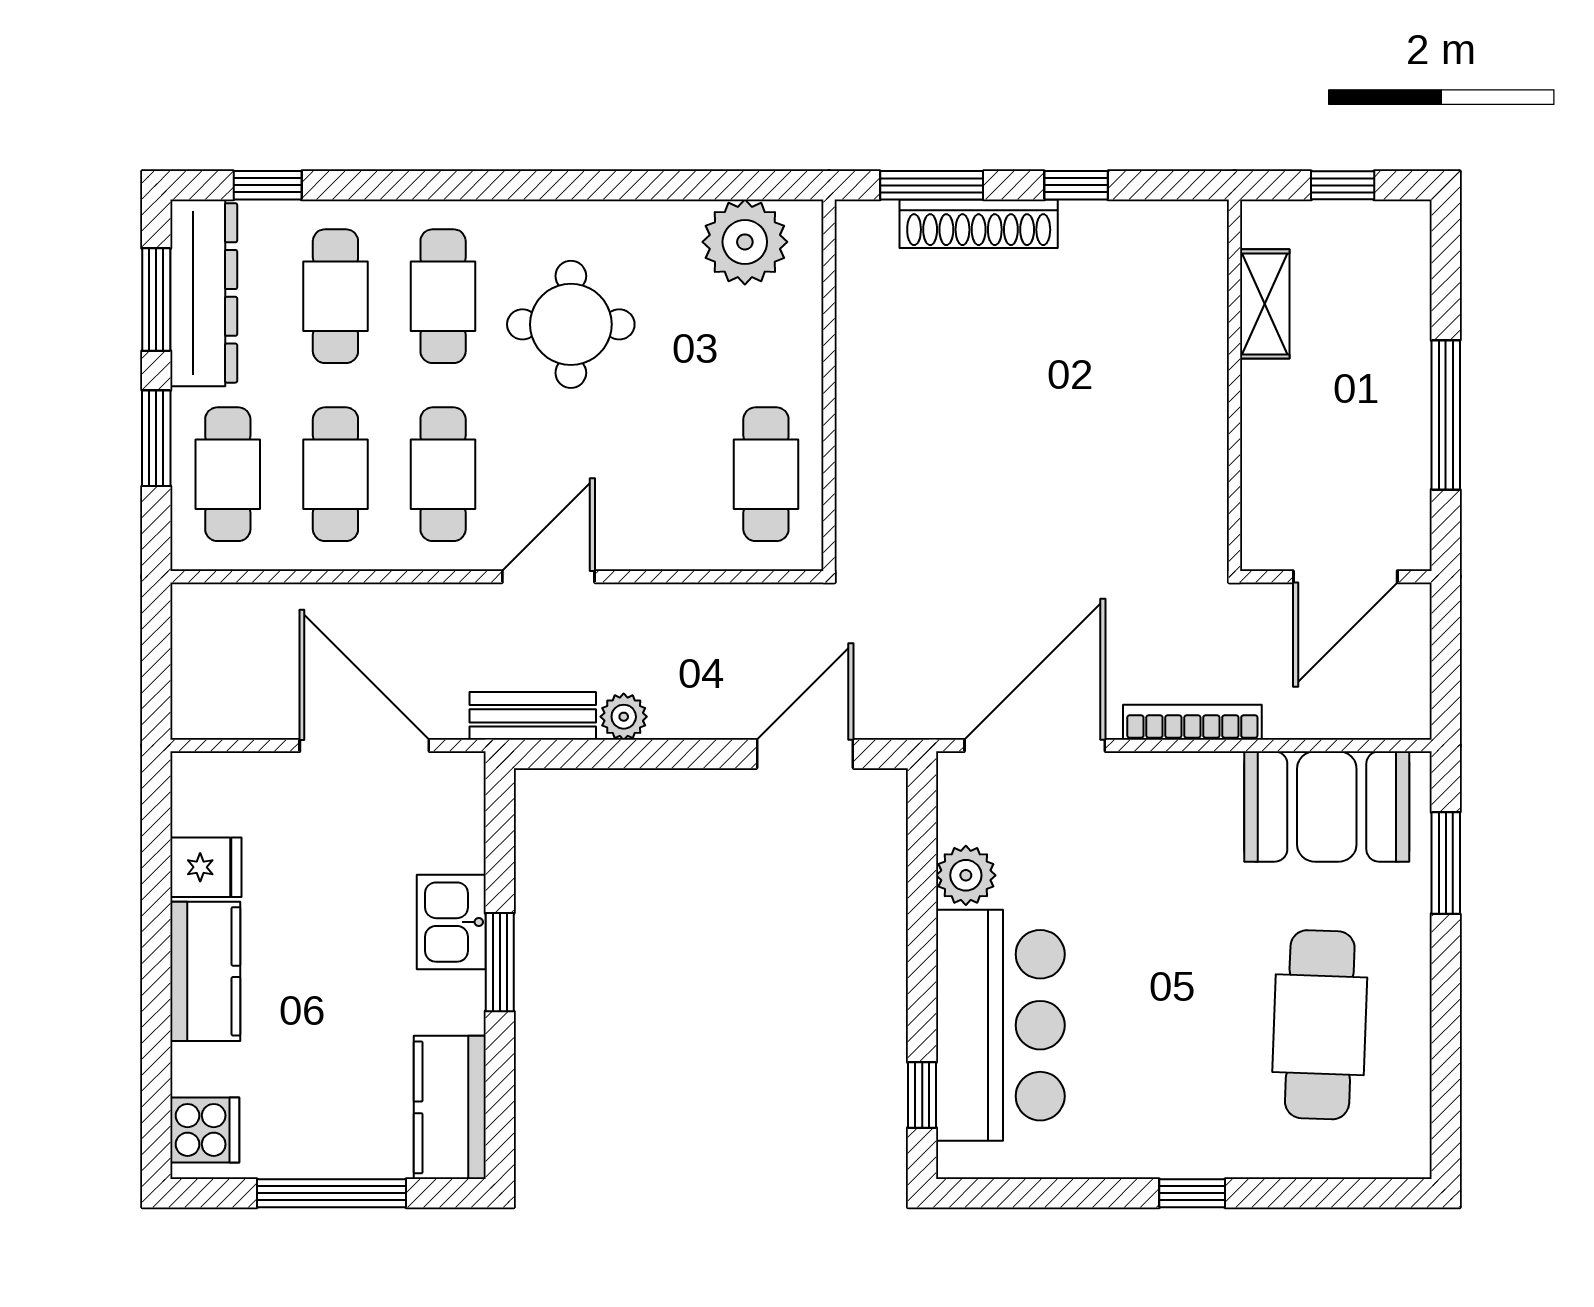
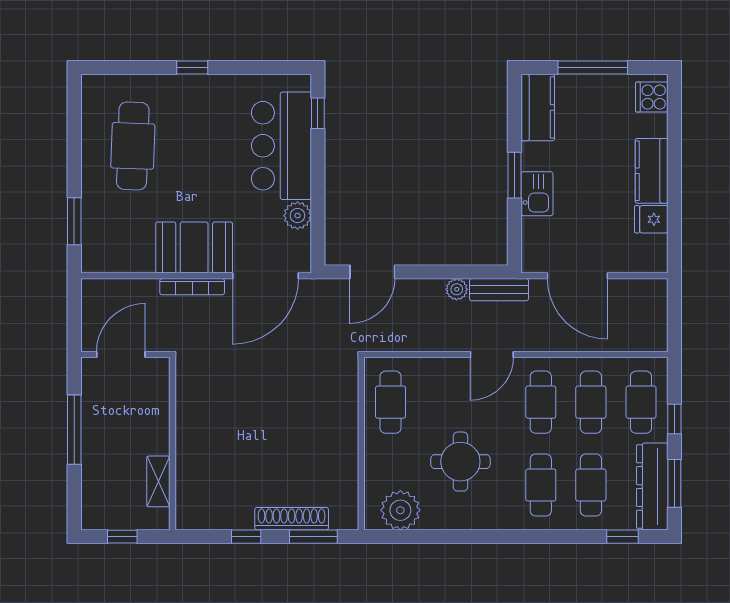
round table: (571, 324) -> (460, 462), moved
window: (156, 438) -> (674, 419), width x0.67
booth: (1327, 807) -> (194, 248), moved

